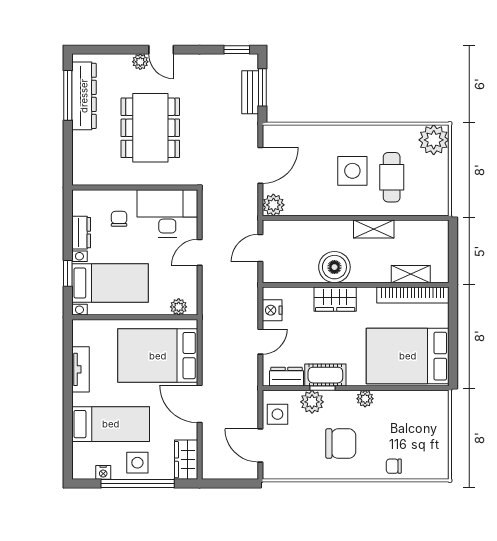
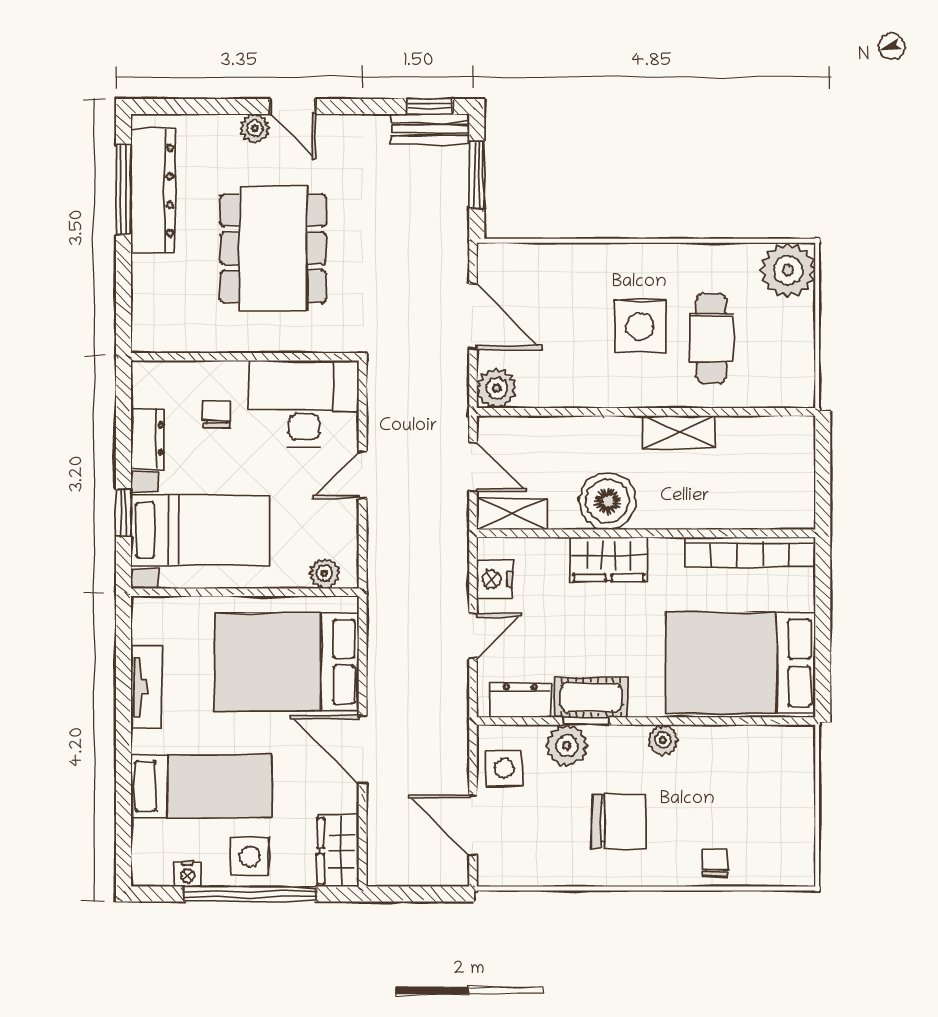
bench: (250, 92) -> (430, 129), moved, turned 90
door: (260, 165) -> (473, 317), hinge flipped
door: (260, 248) -> (473, 467), swing flipped
shelving: (411, 274) -> (512, 514), moved
chair: (394, 466) -> (715, 863), turned 90

